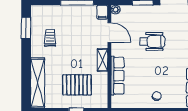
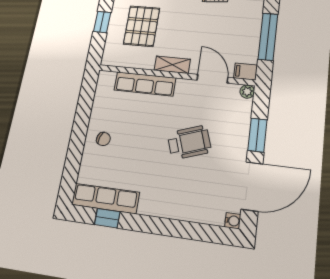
door: (109, 33) -> (212, 79), swing flipped
wheelchair: (152, 41) -> (189, 142), turned -109

